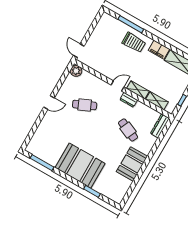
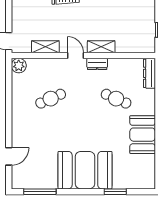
door: (118, 86) -> (76, 56), hinge flipped
shelving: (157, 101) -> (45, 47), moved
door: (49, 102) -> (9, 156), moved

